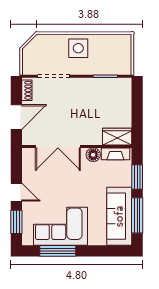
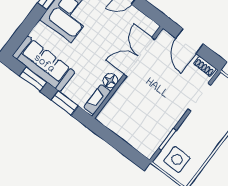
side table: (78, 48) -> (177, 160), moved
wardrobe: (117, 137) -> (110, 112), removed
window: (137, 215) -> (33, 79), width x0.69

